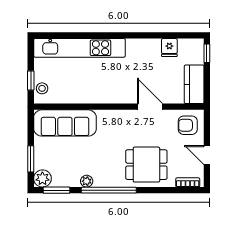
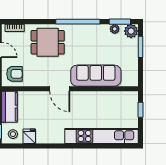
stool: (42, 88) -> (13, 134), moved
door: (150, 107) -> (60, 89), moved
sofa: (65, 123) -> (96, 76), moved
plant: (87, 181) -> (115, 29), moved

